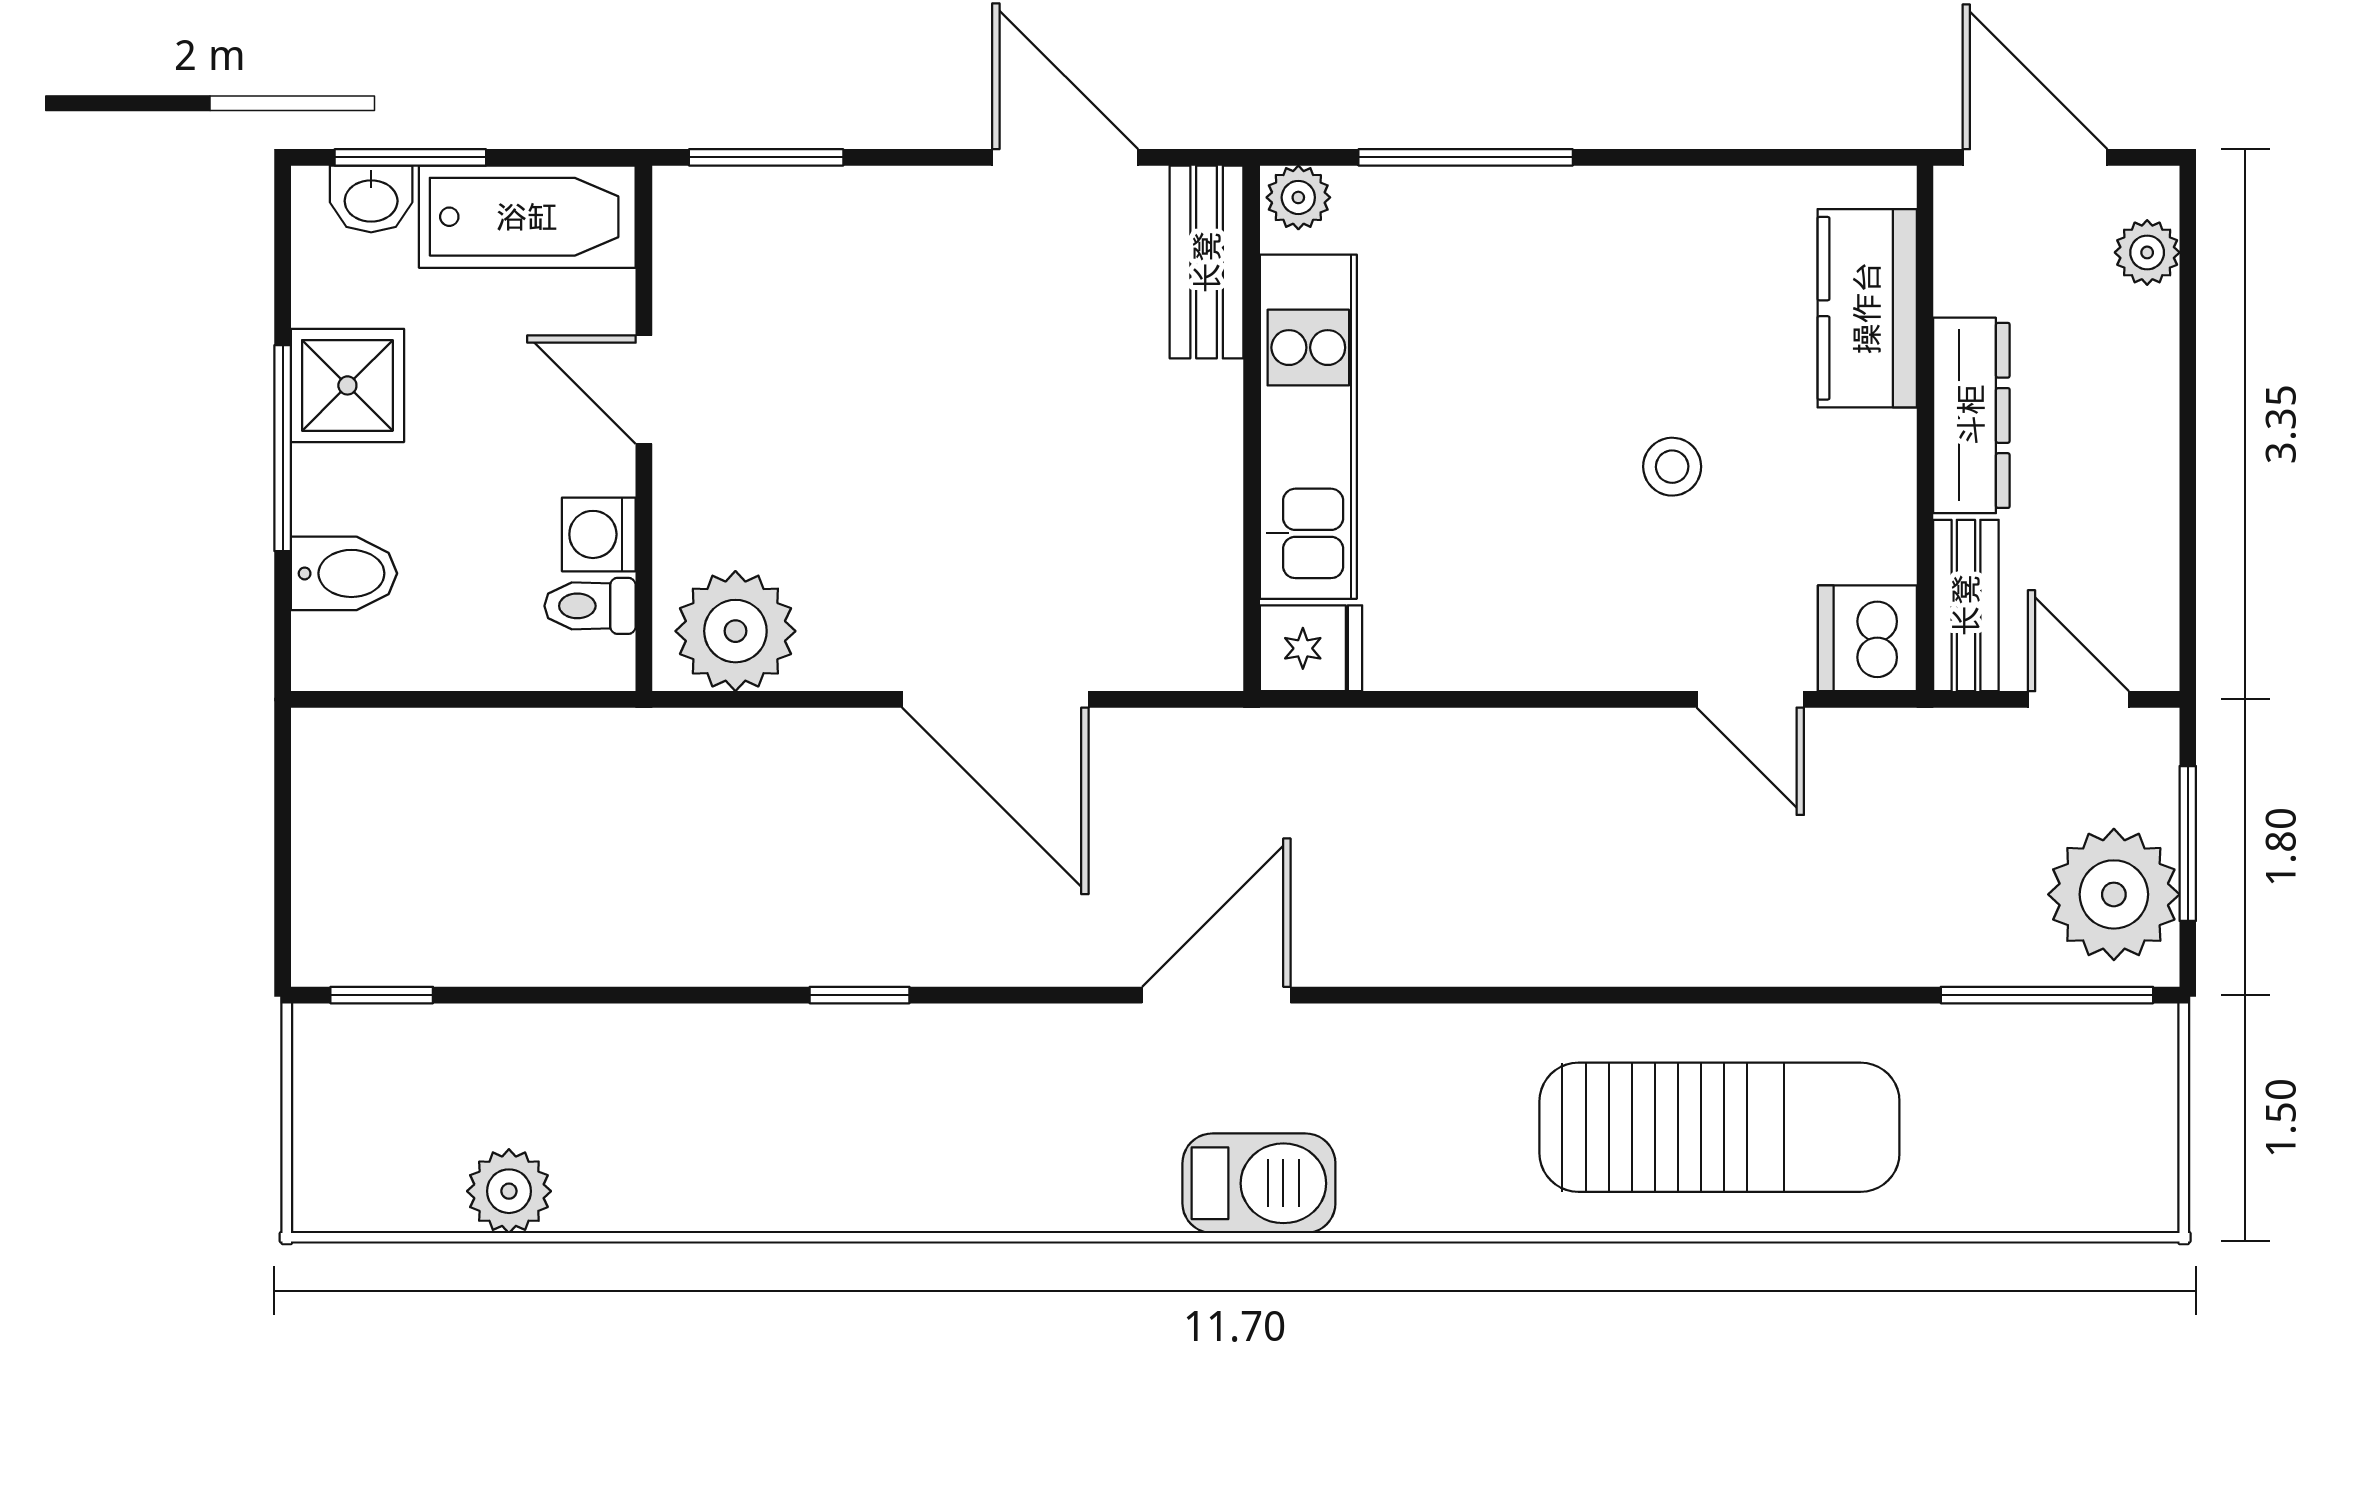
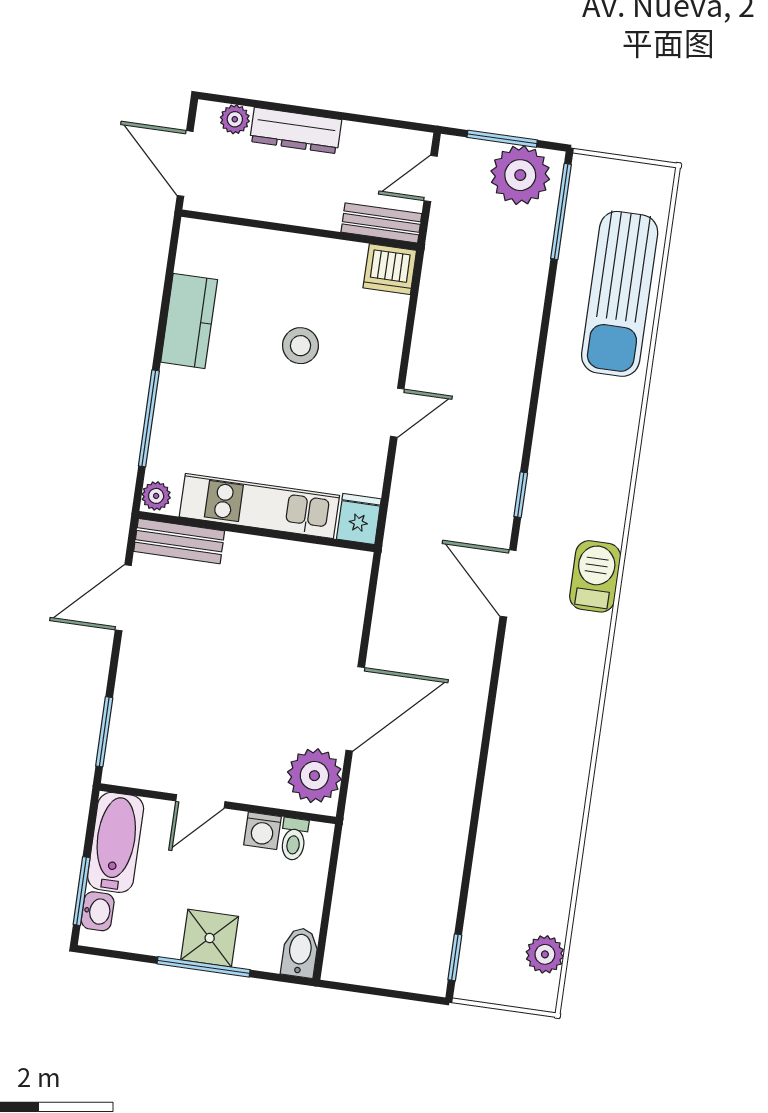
door: (2035, 157) -> (185, 163), hinge flipped
kitchen counter: (1867, 308) -> (189, 321), moved, turned -90
shower: (347, 385) -> (210, 938), moved
dresser: (1971, 415) -> (296, 131), moved, turned 180
stool: (1672, 467) -> (300, 346), width x1.37, depth x1.37
bidet: (344, 573) -> (300, 952), moved
door: (995, 699) -> (355, 709), moved
door: (1750, 699) -> (397, 413), moved
window: (860, 995) -> (521, 495), moved
sun lounger: (1719, 1127) -> (620, 294), moved, turned 180
plant: (509, 1191) -> (545, 954), moved

